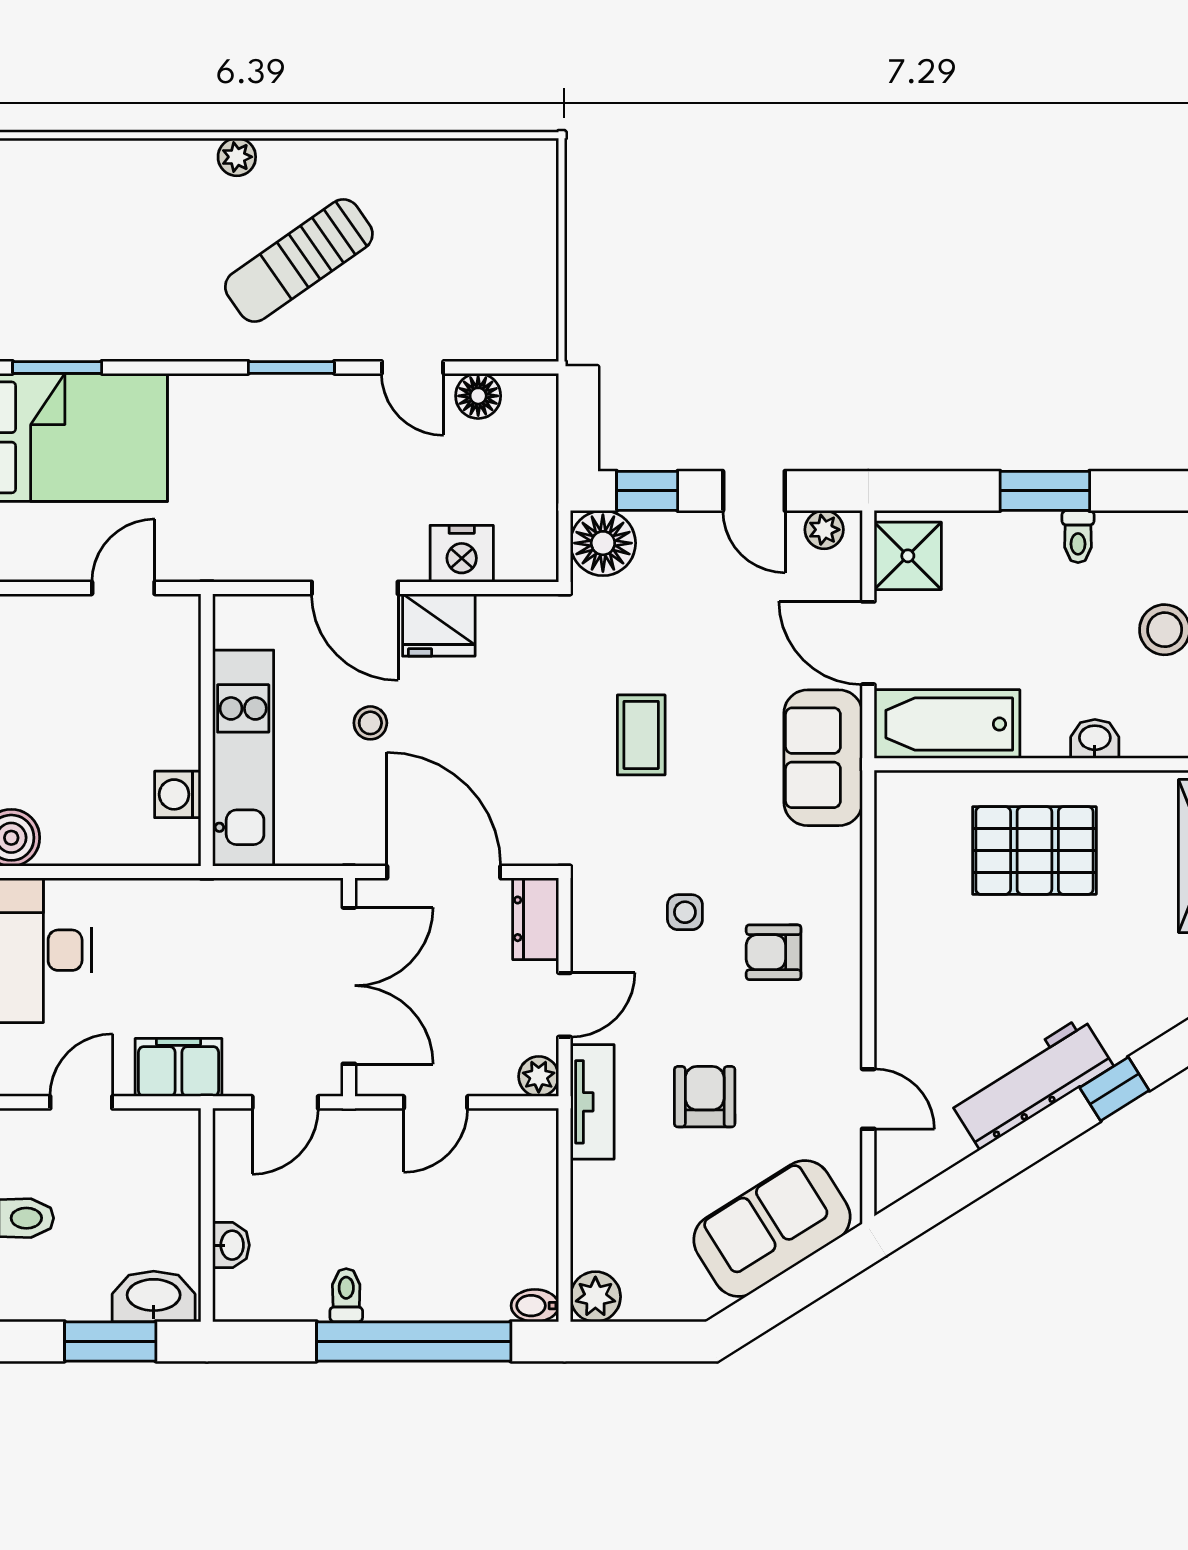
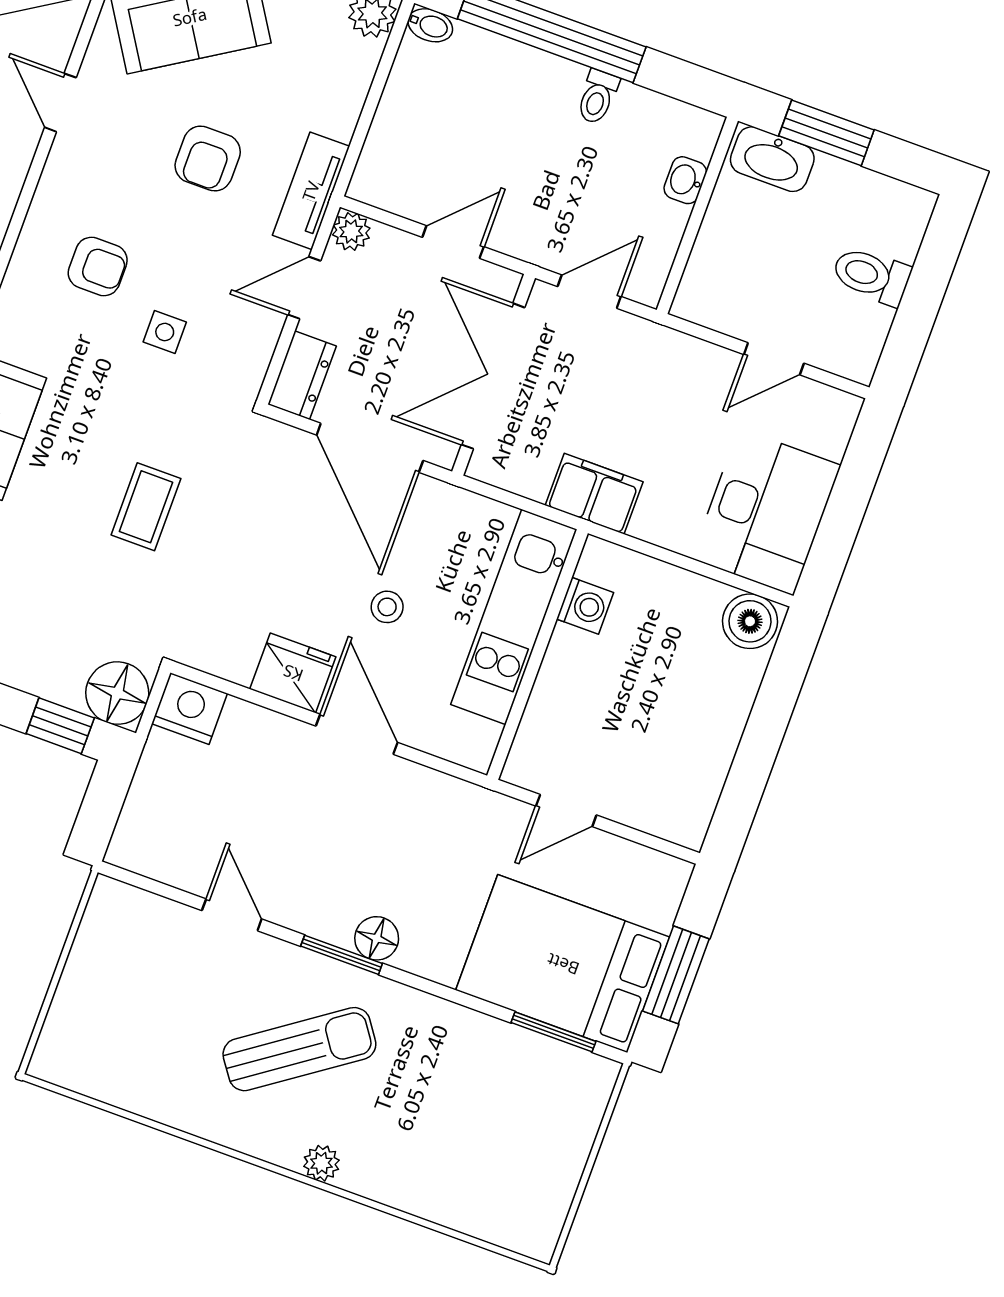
floor lamp: (478, 396) -> (377, 938), moved
nightstand: (462, 554) -> (190, 709), moved
filing cabinet: (178, 1067) -> (594, 494), moved, turned 180

